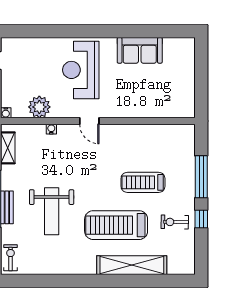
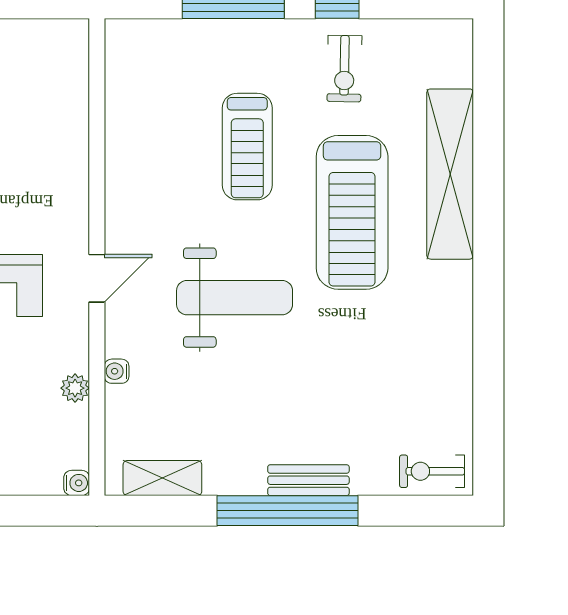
plant: (39, 107) -> (75, 388), width x0.53, depth x0.53
weight bench: (52, 211) -> (235, 298), moved

